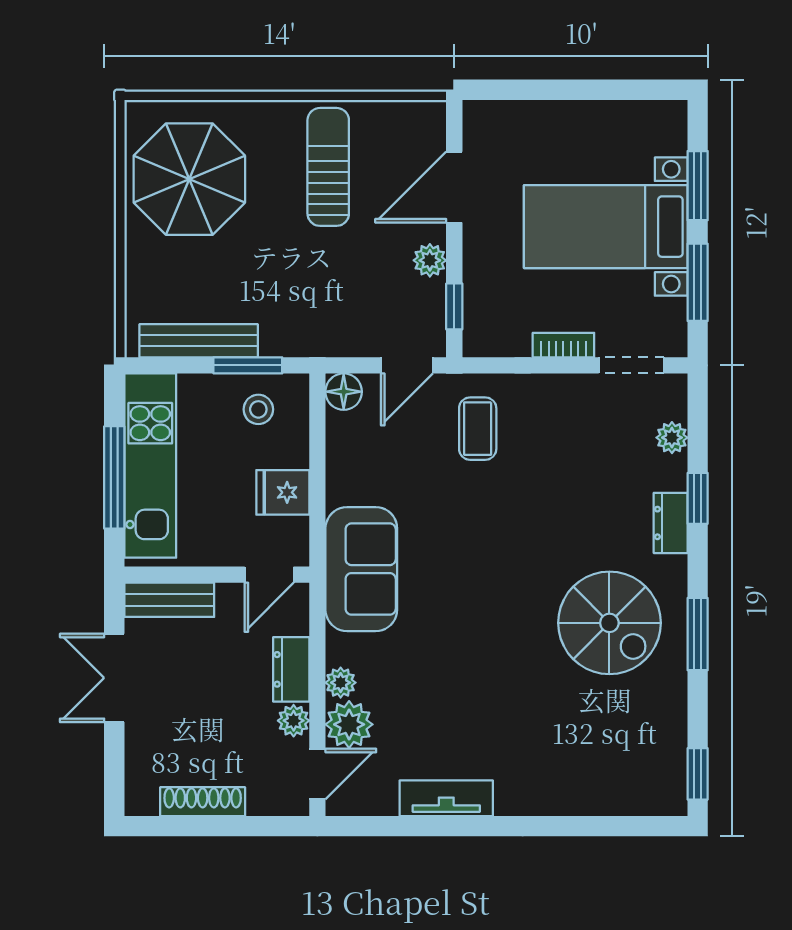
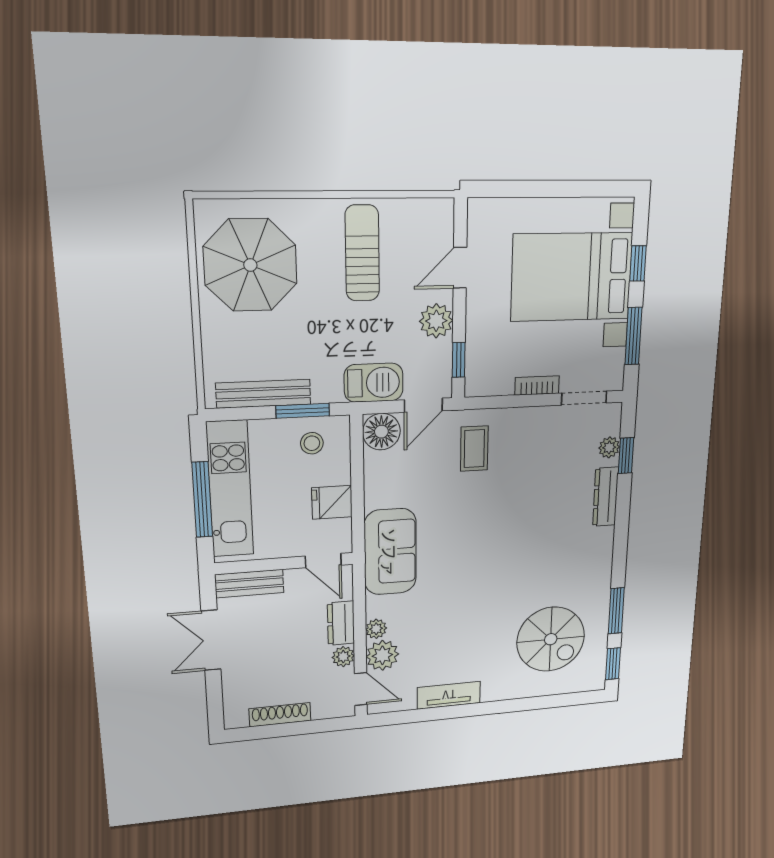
window: (698, 186) -> (638, 263), width x0.67
door: (454, 187) -> (460, 268), width x0.73
bed with nightstands: (606, 227) -> (572, 277), width x1.36
plant: (430, 260) -> (436, 321), width x1.38, depth x1.38
barbecue: (341, 332) -> (374, 383), added
floor lamp: (344, 392) -> (381, 432), width x1.38, depth x1.38
window: (698, 498) -> (626, 456), moved
dresser: (671, 523) -> (606, 497), width x1.44
door: (269, 575) -> (323, 561), hinge flipped
spiral stairs: (609, 623) -> (551, 639), moved
window: (698, 634) -> (616, 611), moved
door: (317, 774) -> (361, 689), hinge flipped

